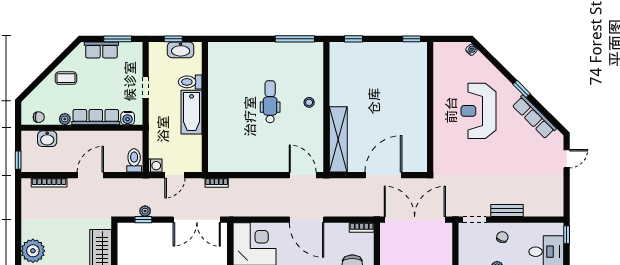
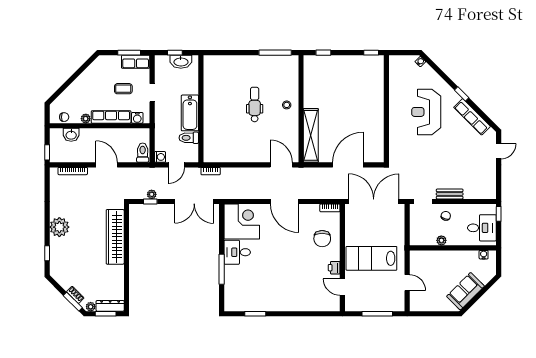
row of seats: (101, 50) -> (136, 62), moved
coffee table: (66, 78) -> (123, 89), moved
toilet: (190, 82) -> (189, 138), moved
door: (90, 175) -> (107, 165), hinge flipped

